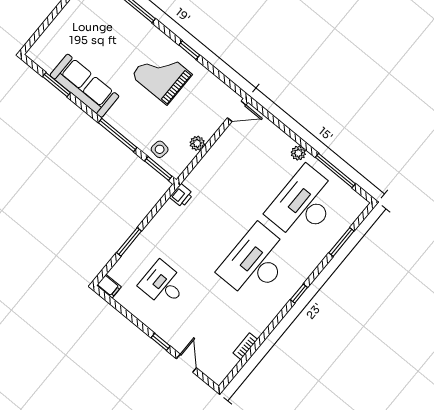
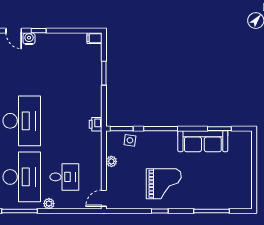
desk: (163, 284) -> (64, 177), moved
water cooler: (177, 342) -> (29, 39), added

